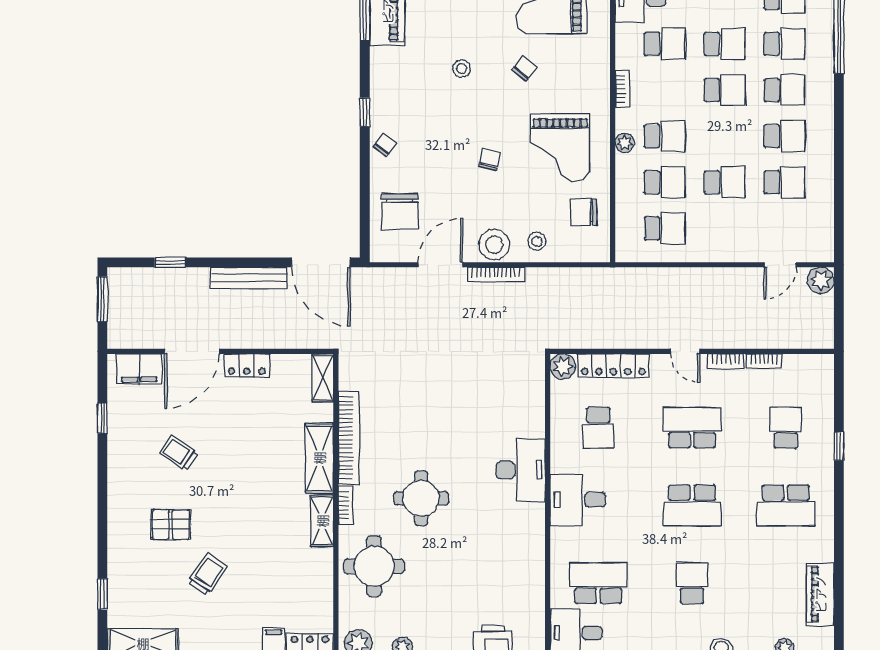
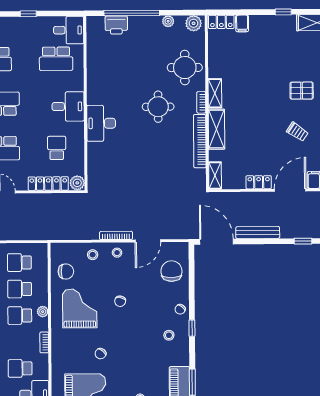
stool: (462, 68) -> (169, 335), moved
stool: (494, 245) -> (117, 253), width x0.53, depth x0.53
trolley: (207, 574) -> (280, 62), removed

